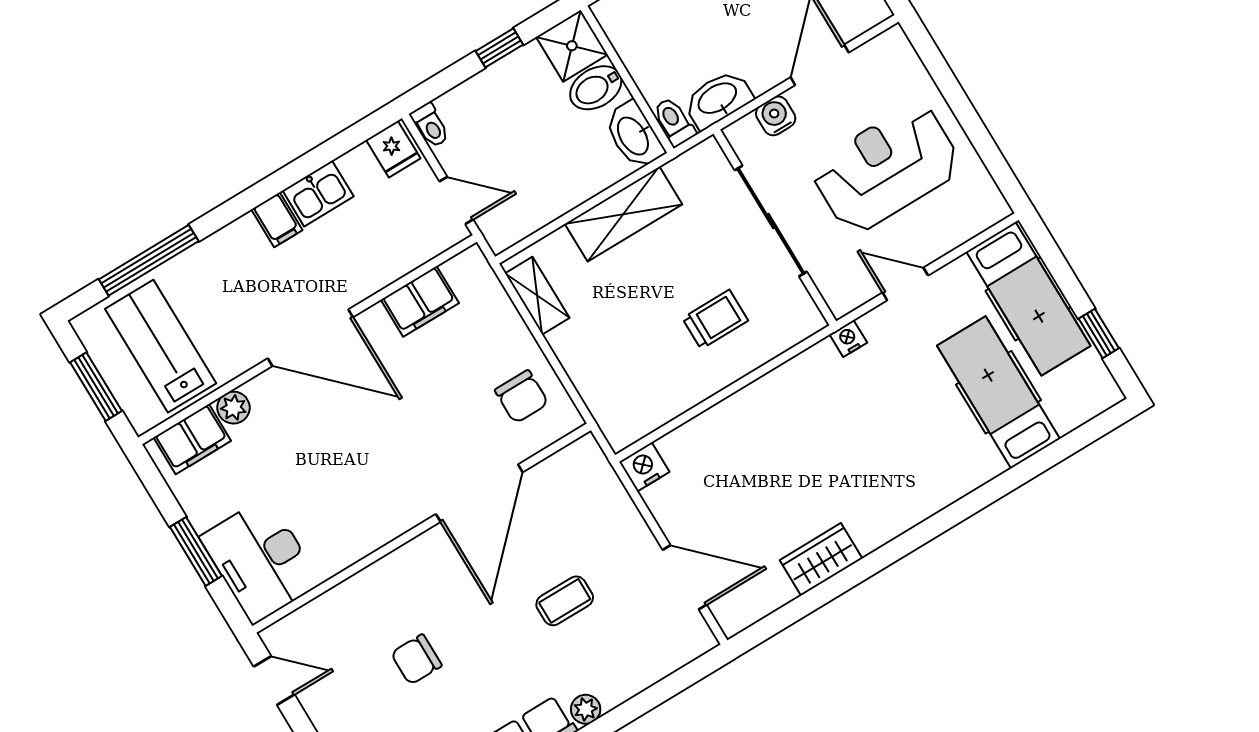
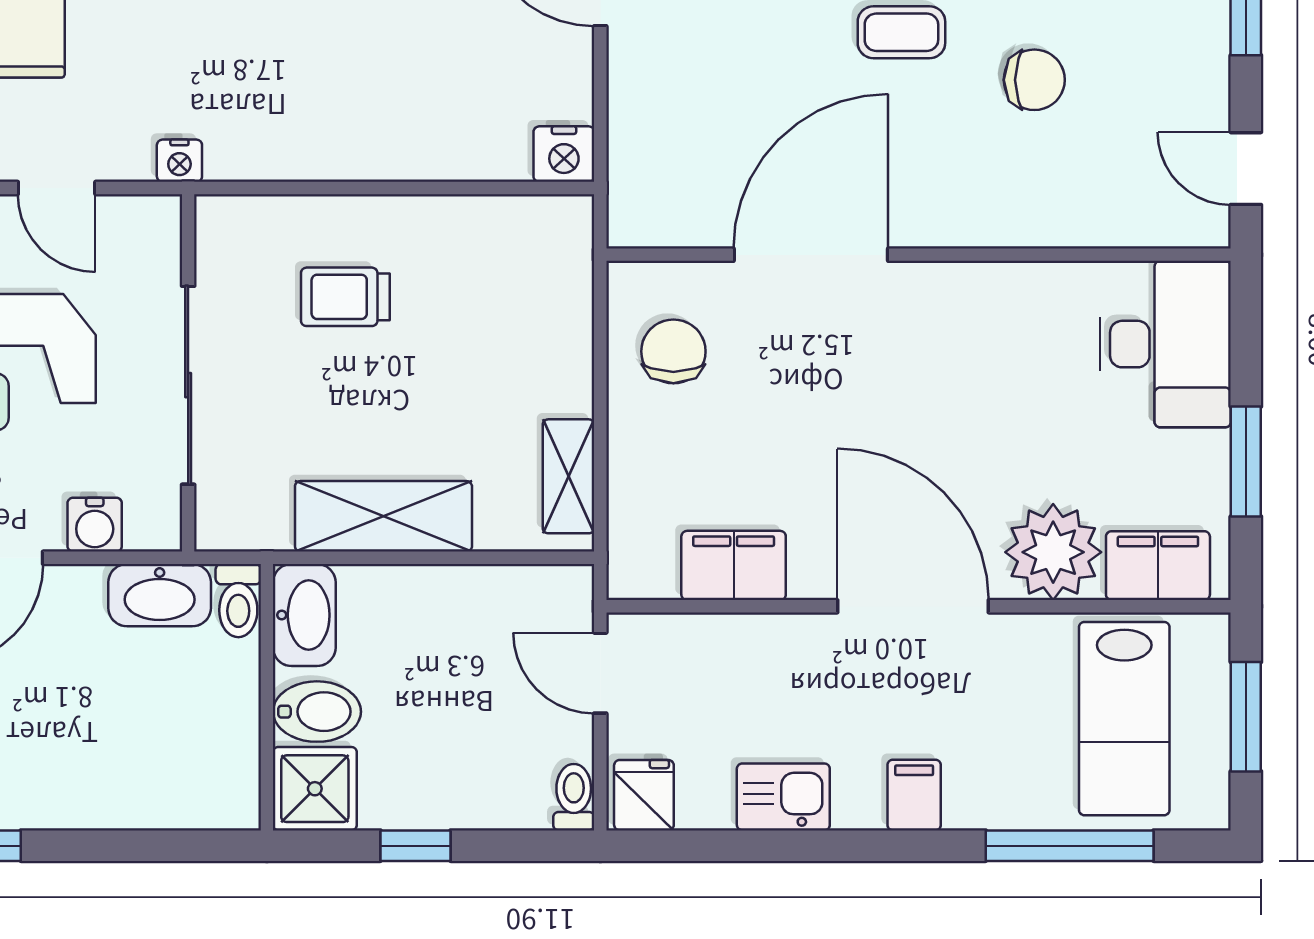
filing cabinet: (277, 220) -> (914, 795), moved
plant: (233, 408) -> (1053, 552), width x1.88, depth x1.88
window: (196, 551) -> (1246, 461), moved
coffee table: (565, 601) -> (901, 32), moved

